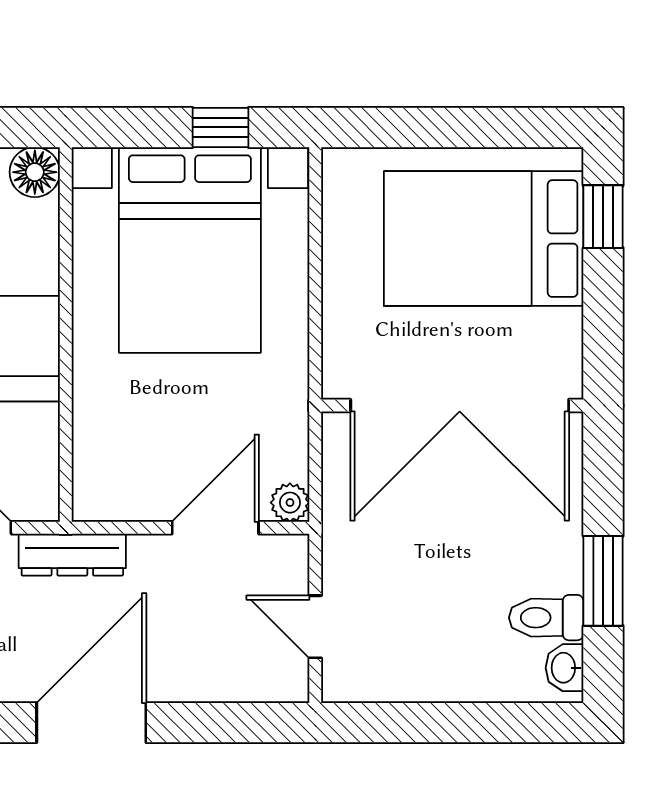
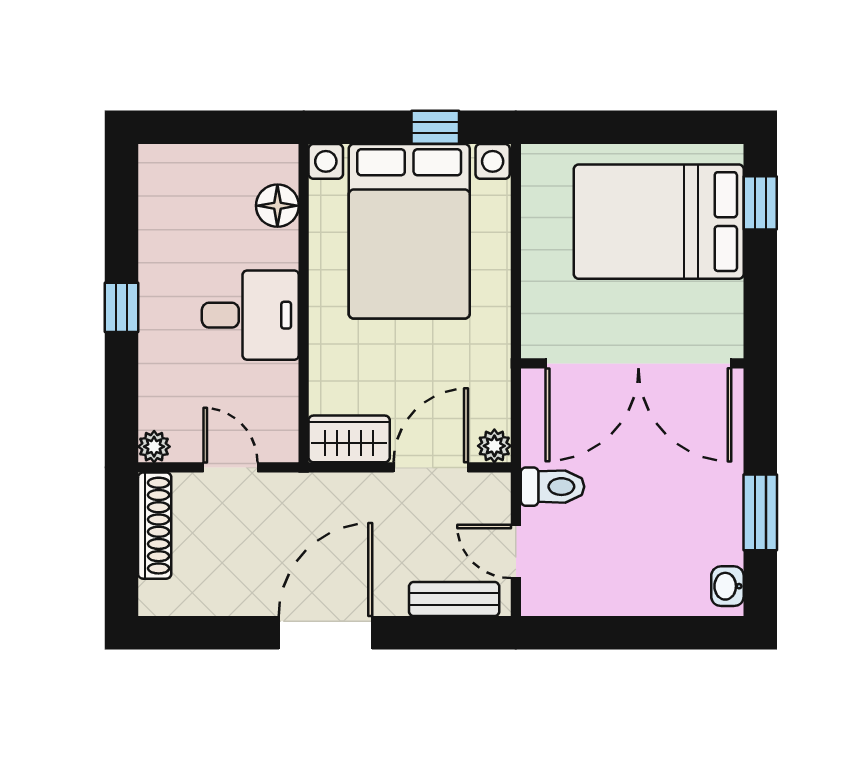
floor lamp: (35, 172) -> (277, 206), moved
wardrobe: (119, 494) -> (349, 439), added
dresser: (72, 555) -> (309, 490), removed
toilet: (546, 618) -> (552, 487), moved, turned 180
bench: (243, 683) -> (454, 599), added

